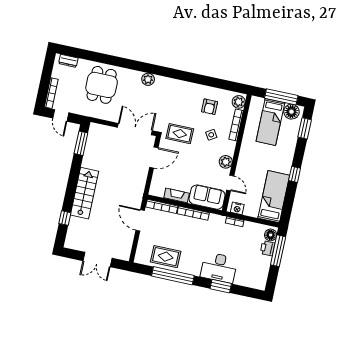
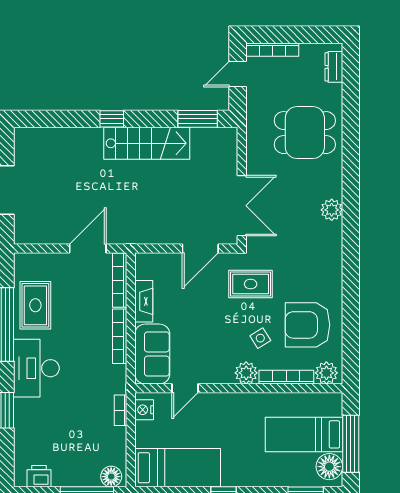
armchair: (210, 107) -> (308, 325), width x1.88, depth x1.88
rug: (180, 134) -> (251, 284), turned 90
door: (154, 157) -> (200, 248), hinge flipped
plant: (226, 162) -> (246, 373), moved
stairs: (84, 193) -> (147, 143), moved
window: (65, 218) -> (112, 119), moved
printer: (268, 248) -> (39, 476), moved
desk: (219, 268) -> (36, 368), moved

